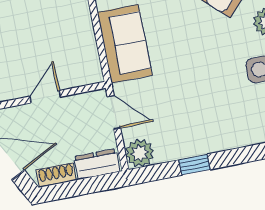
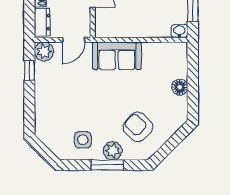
window: (195, 165) -> (29, 70), moved

